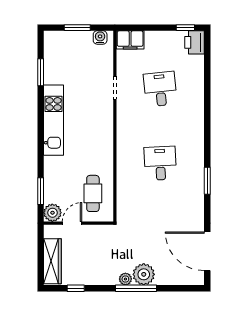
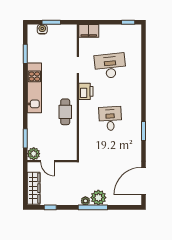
water cooler: (100, 37) -> (42, 29), moved
printer: (195, 42) -> (86, 91), moved, turned 180
desk: (160, 89) -> (110, 66), width x1.37
cafe table: (93, 193) -> (65, 112), moved
door: (72, 223) -> (48, 161), swing flipped
door: (207, 251) -> (144, 181), hinge flipped

